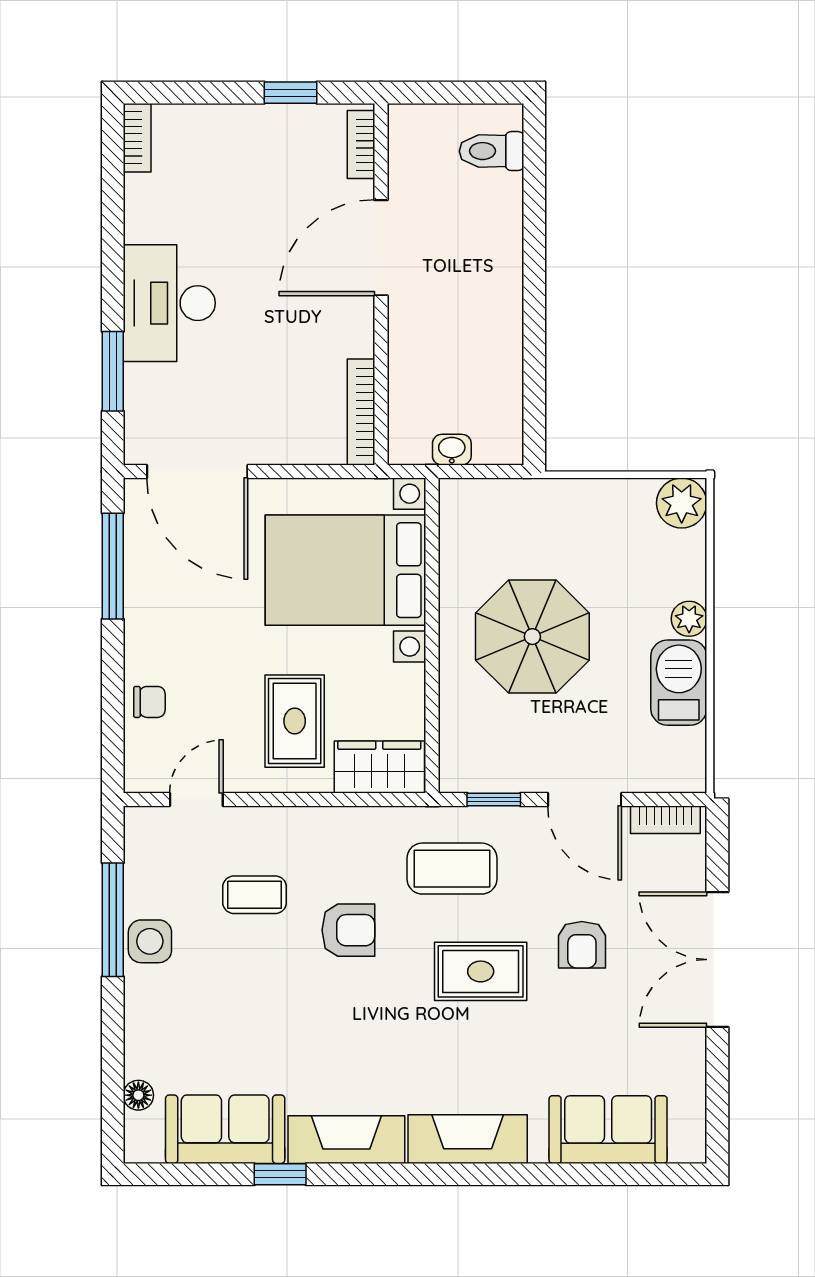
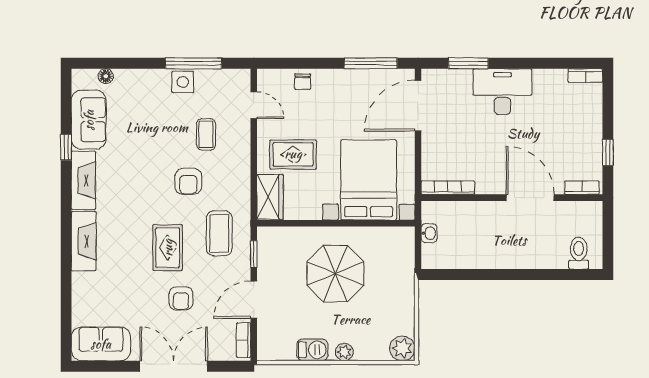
barbecue: (679, 683) -> (312, 350), width x0.73, depth x0.79
armchair: (582, 945) -> (181, 298), turned -90
sofa: (608, 1130) -> (101, 344), moved, turned -90

